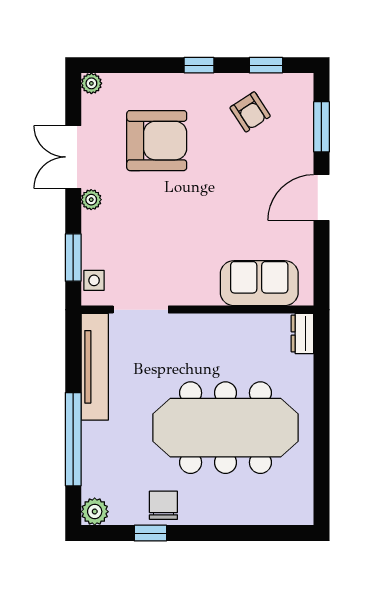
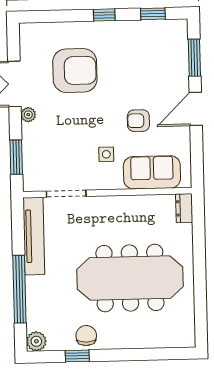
plant: (91, 83) -> (26, 30), removed
armchair: (250, 112) -> (138, 121), moved, turned 123
side table: (94, 280) -> (106, 154), moved

